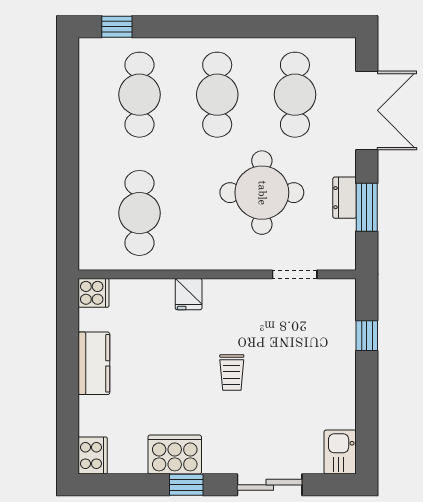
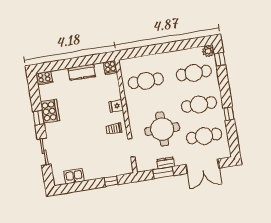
window: (251, 27) -> (229, 114), added
plant: (92, 51) -> (208, 51), added
trolley: (232, 372) -> (114, 129), moved
kitchen sink: (340, 452) -> (74, 176), moved

